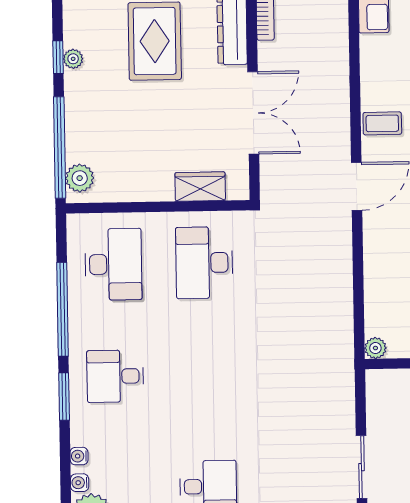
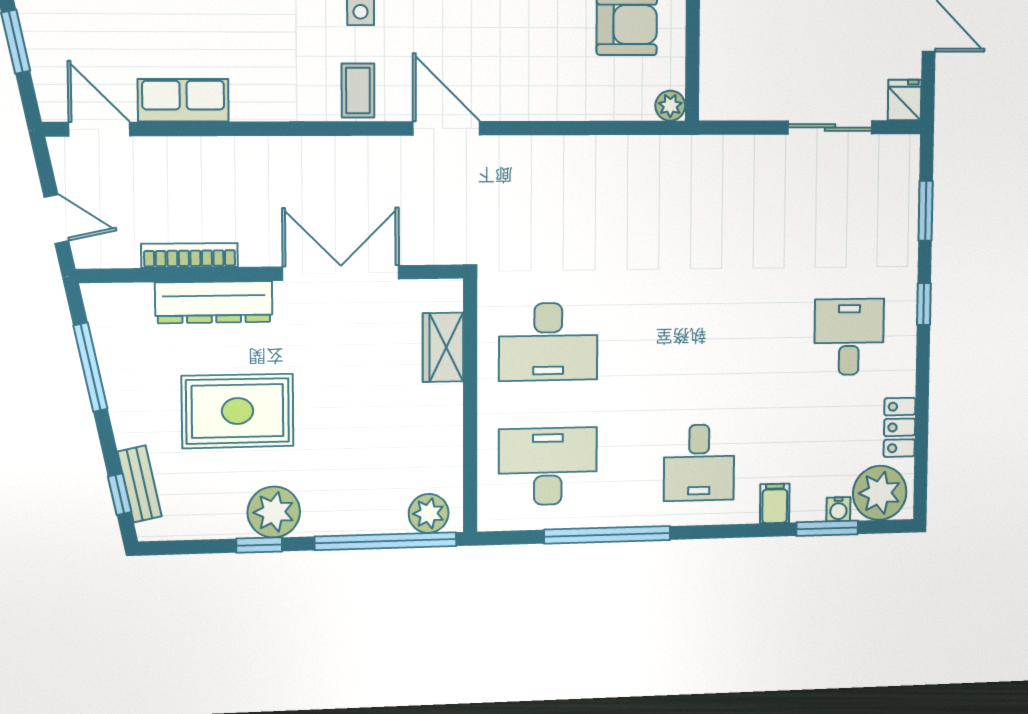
plant: (73, 59) -> (274, 512), width x1.87, depth x1.87
window: (64, 397) -> (827, 528), moved
filing cabinet: (84, 434) -> (775, 503), added
water cooler: (79, 456) -> (803, 510), removed

